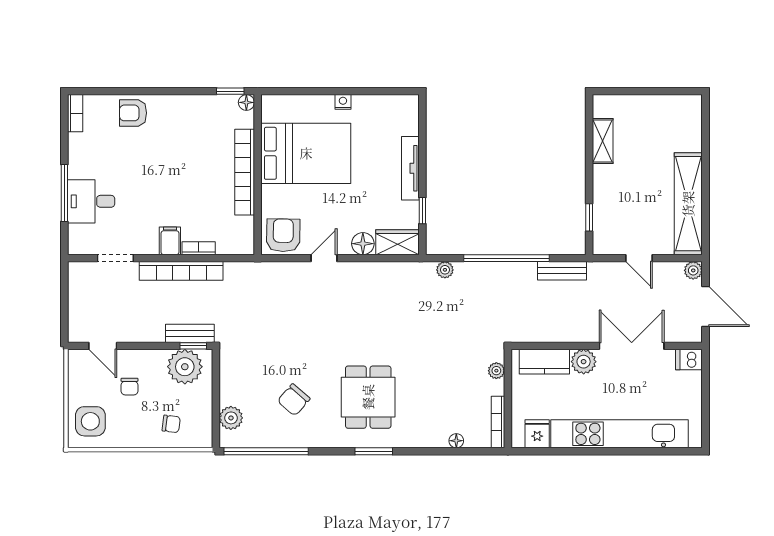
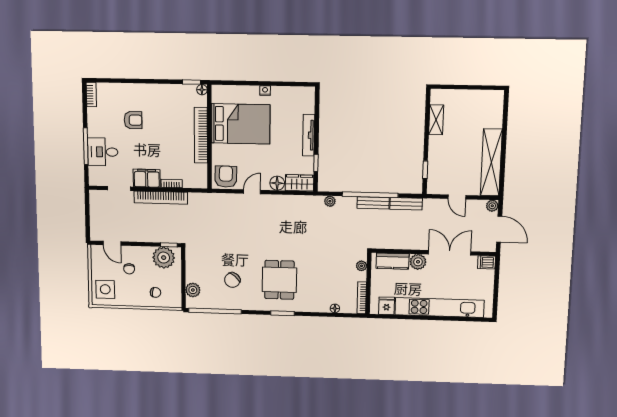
armchair: (133, 113) -> (133, 120), moved, turned 180
filing cabinet: (170, 241) -> (147, 178), width x2.00
bench: (190, 333) -> (373, 203), moved

